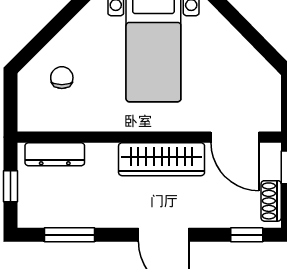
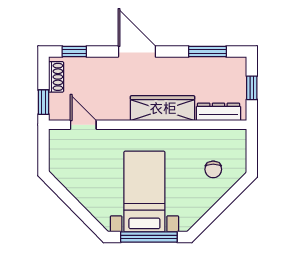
door: (235, 137) -> (83, 125), width x0.73
wardrobe: (162, 159) -> (163, 108), moved

